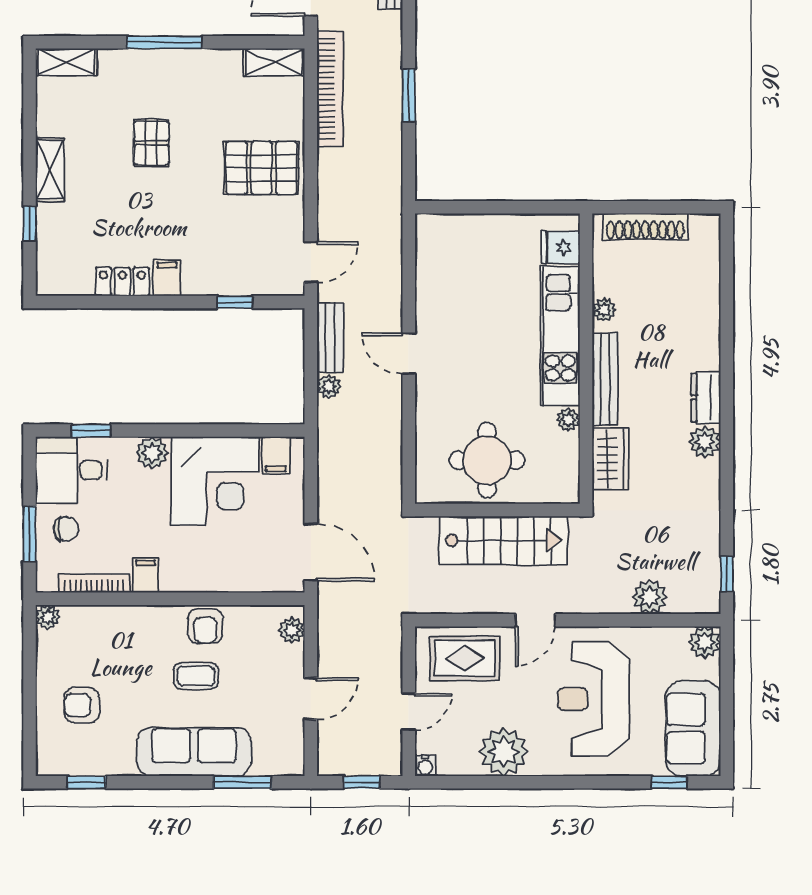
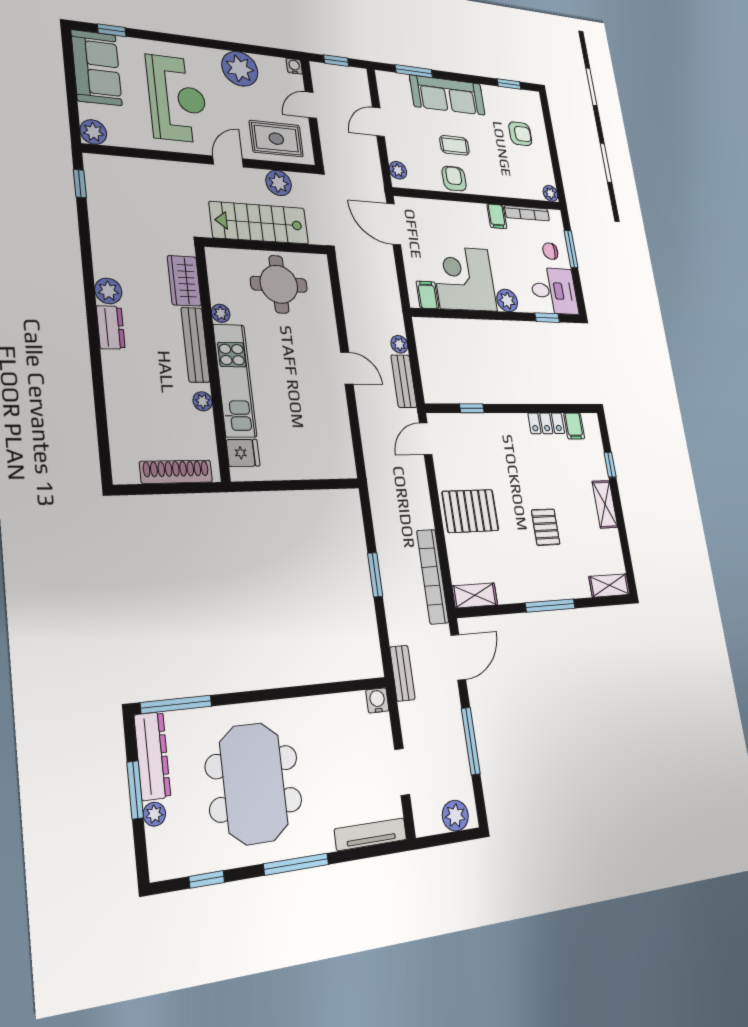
filing cabinet: (167, 278) -> (574, 426), moved
plant: (650, 597) -> (279, 183), moved

